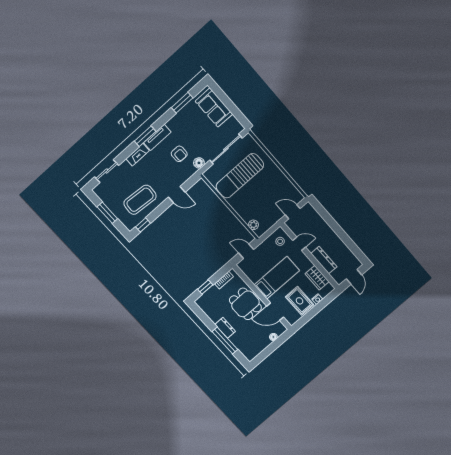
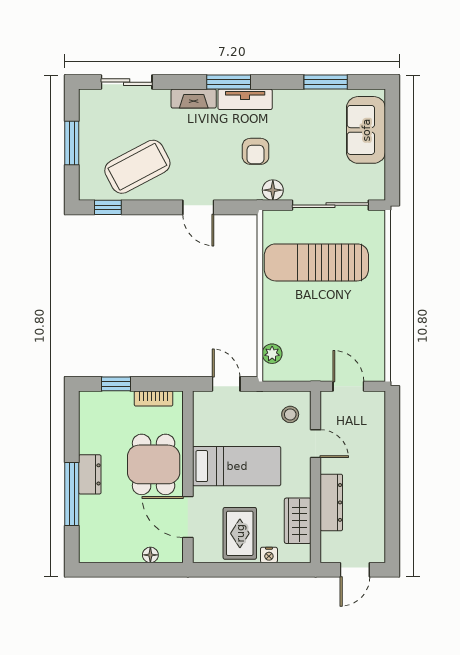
coffee table: (140, 200) -> (137, 167), turned -32

